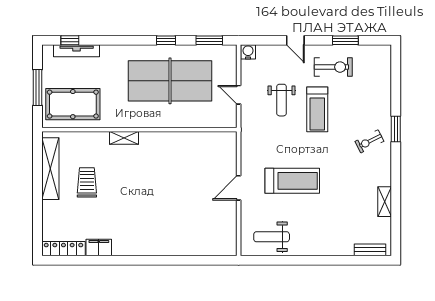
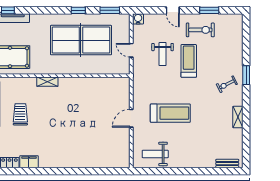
treadmill: (317, 109) -> (189, 61), turned 180
shelving: (385, 202) -> (238, 117), moved

